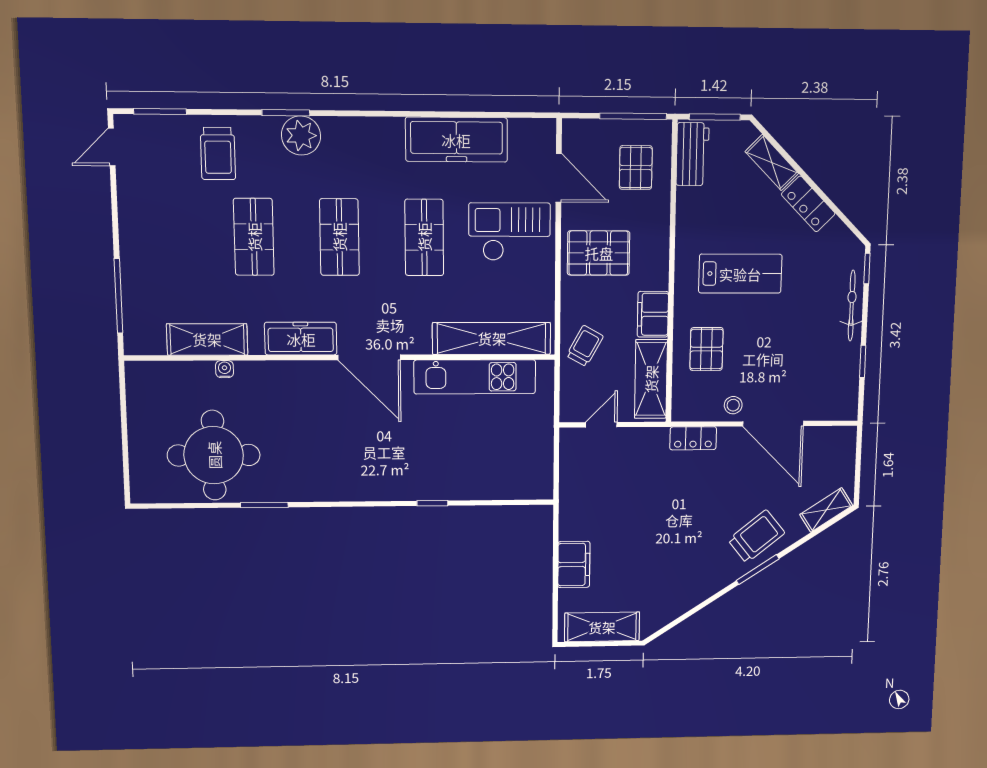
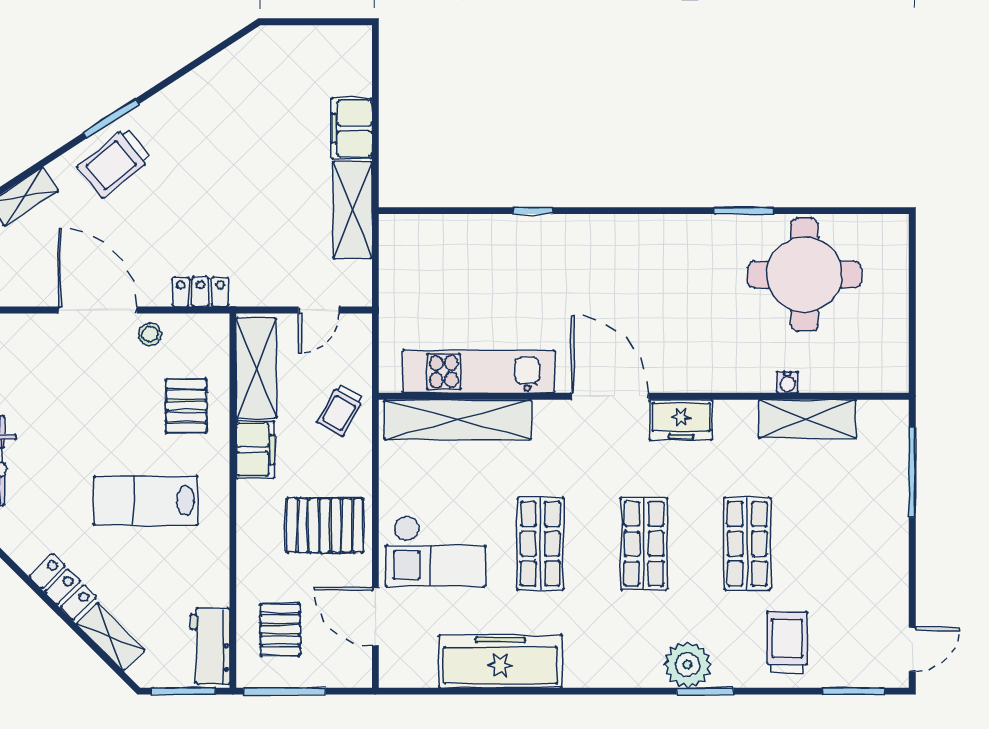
freezer: (301, 339) -> (681, 420), width x0.71
shelving: (602, 627) -> (353, 210), moved, turned 90

